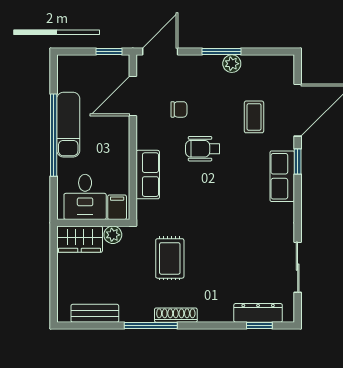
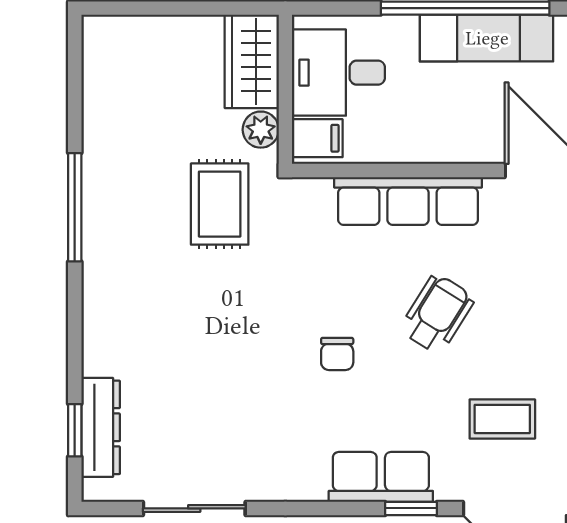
chair: (179, 109) -> (337, 354), moved
wheelchair: (203, 149) -> (437, 314), turned 32
row of seats: (148, 175) -> (408, 201), width x1.48
rug: (170, 258) -> (220, 204), moved, turned 90
bench: (95, 313) -> (100, 93), removed
shoe rack: (176, 315) -> (96, 259), removed

